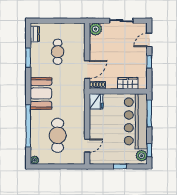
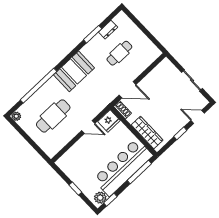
plant: (96, 29) -> (166, 66), removed
dresser: (35, 34) -> (108, 30), moved
wardrobe: (128, 83) -> (147, 132), width x1.50
door: (87, 146) -> (88, 127), moved

